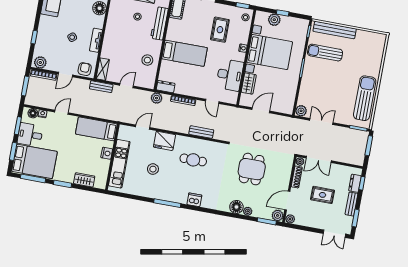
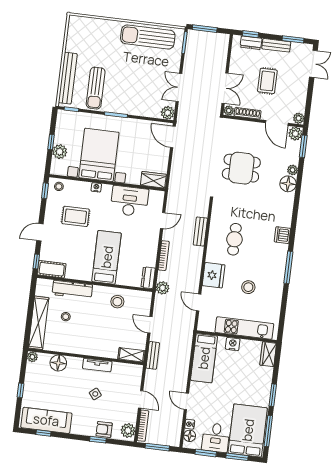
armchair: (85, 69) -> (104, 429), moved
wardrobe: (249, 83) -> (153, 180), moved
door: (261, 110) -> (173, 137), moved
wardrobe: (84, 180) -> (268, 354), moved

